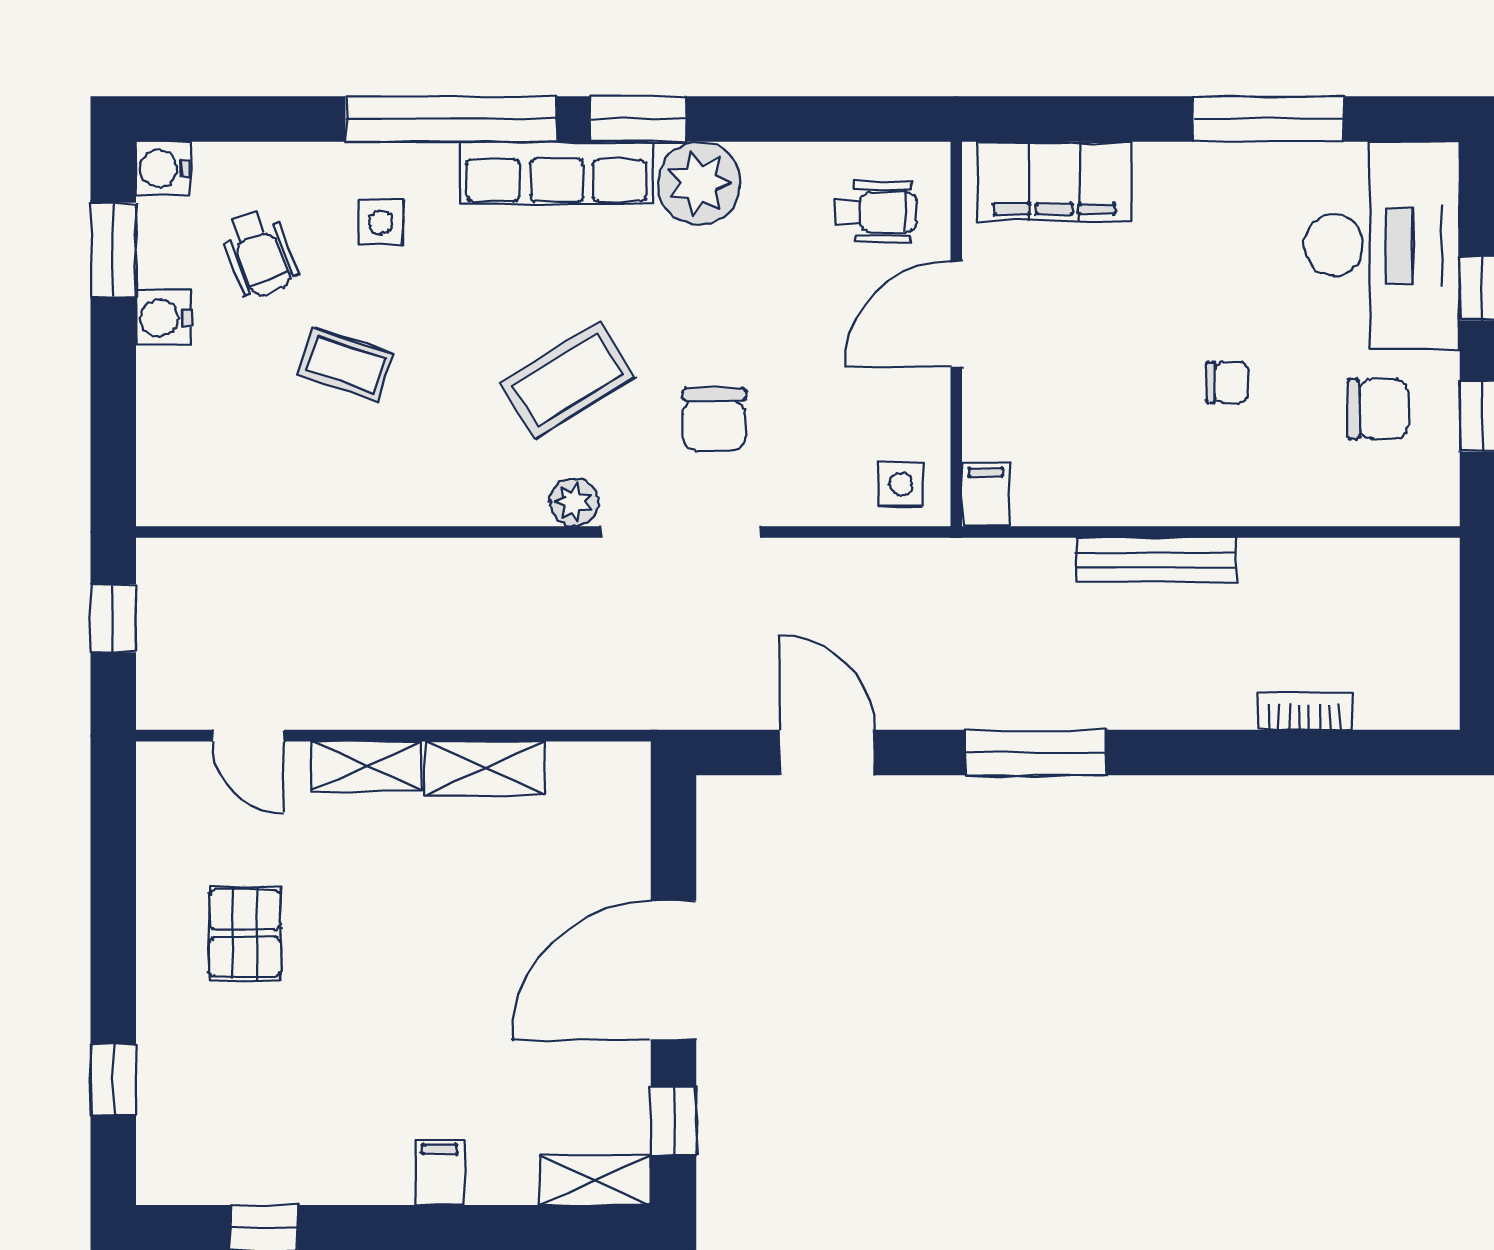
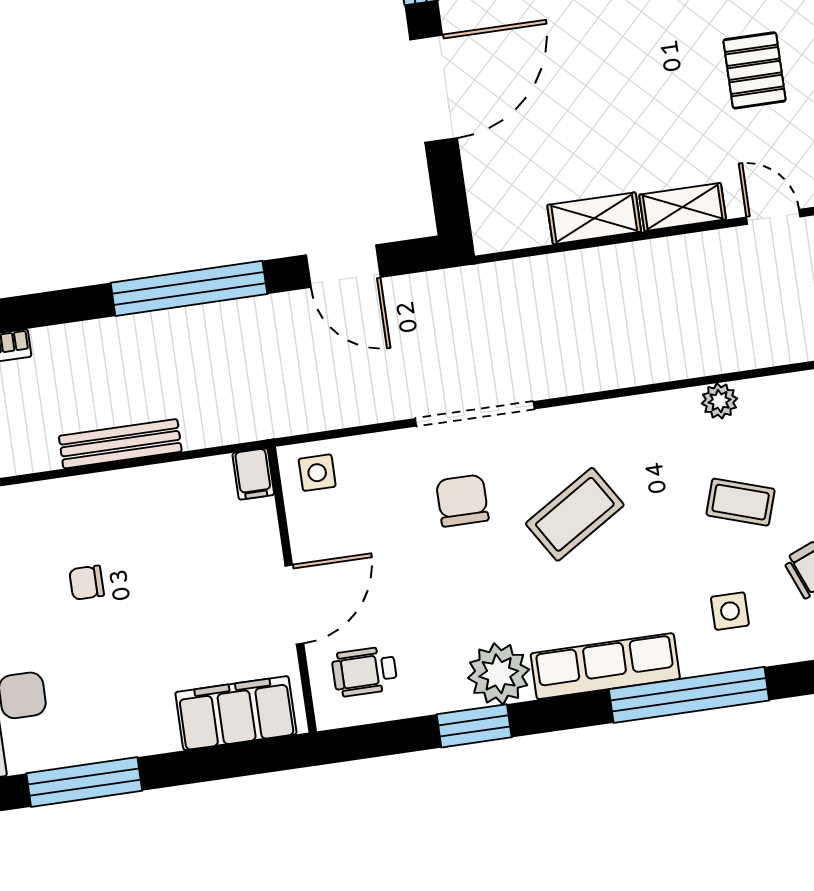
window: (638, 119) -> (474, 726), moved
plant: (574, 502) -> (719, 401), moved
window: (1036, 753) -> (189, 288), width x1.46

